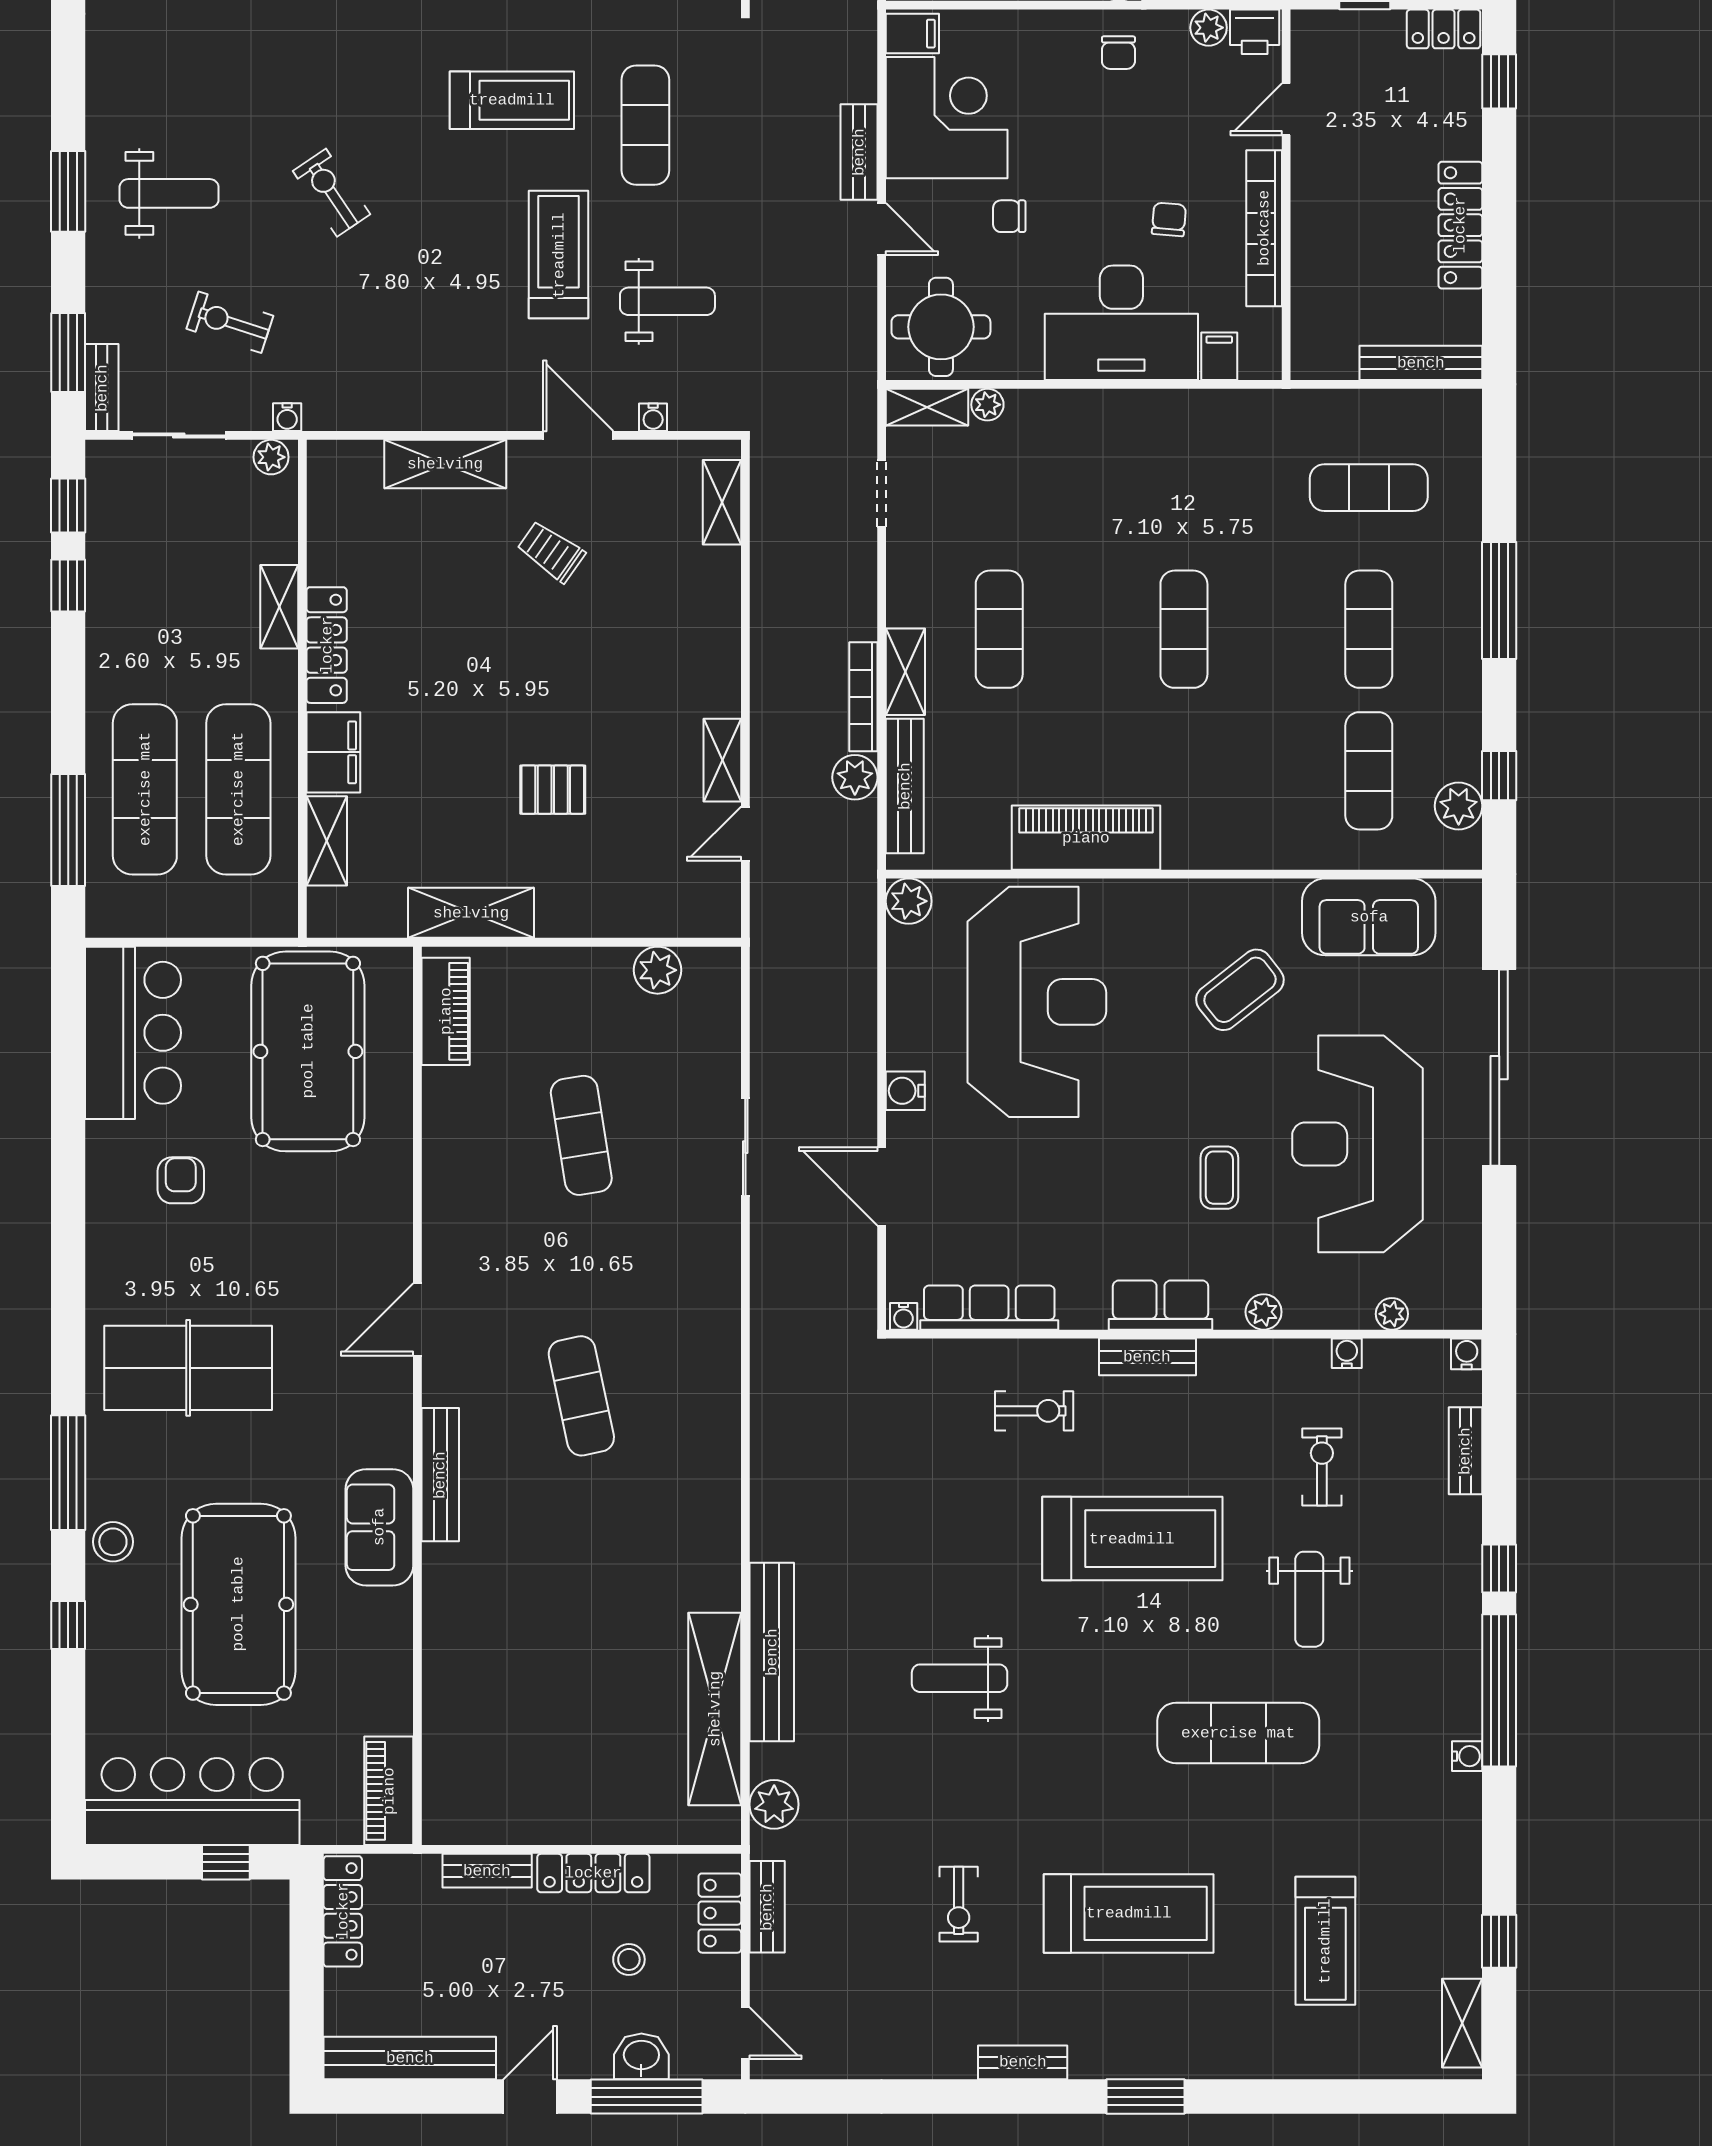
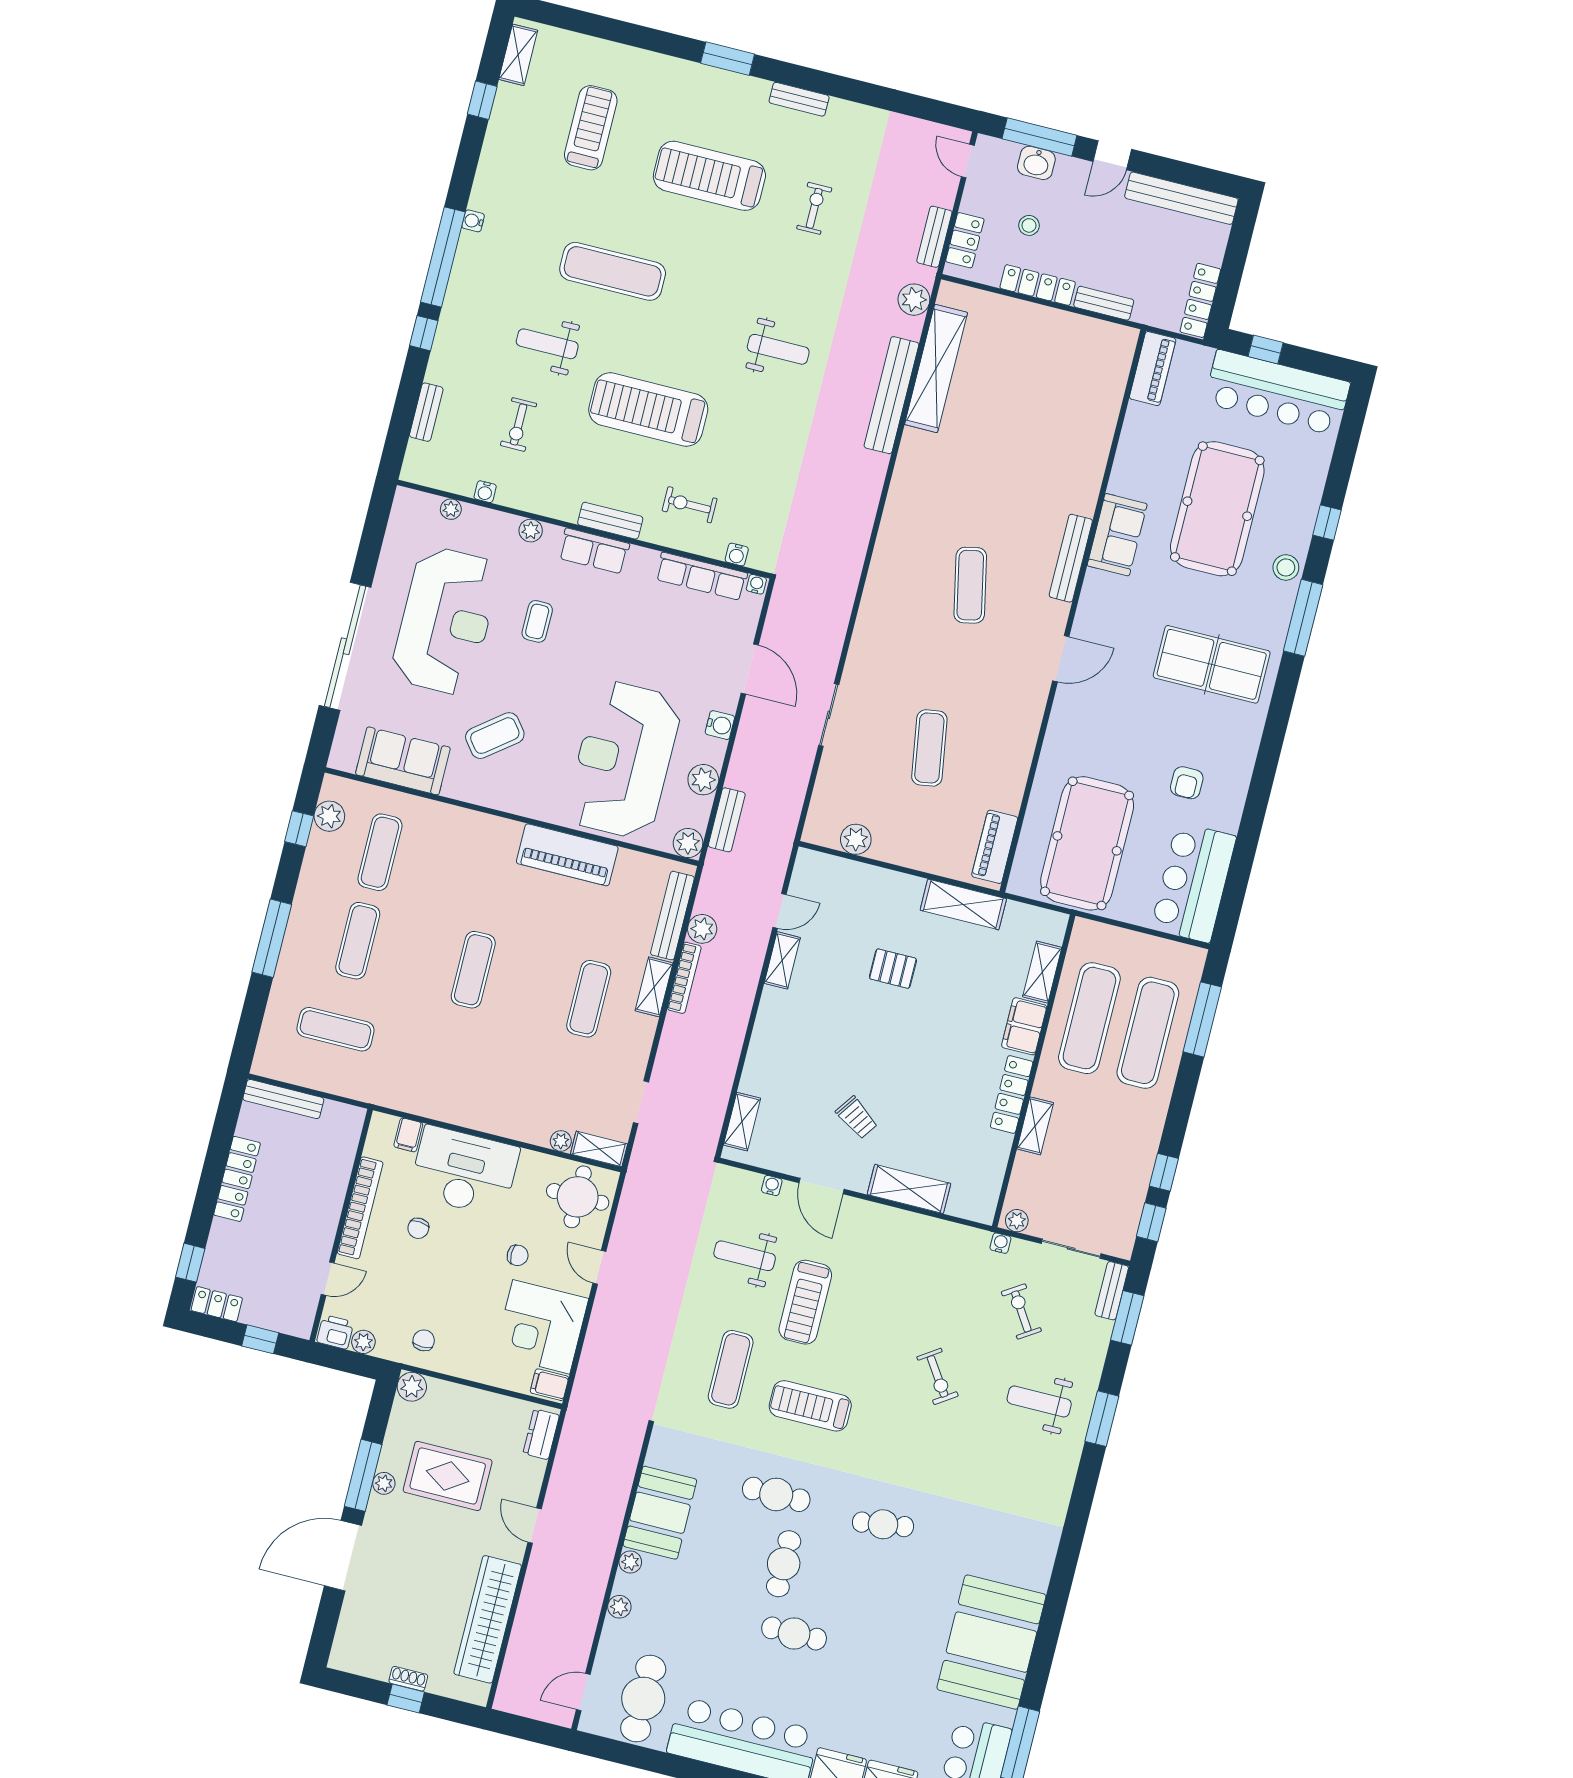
bench: (859, 152) -> (727, 820), moved
exercise bike: (230, 322) -> (1021, 1311), turned -141
plant: (910, 1002) -> (703, 780), added
water cooler: (1467, 1354) -> (737, 554), moved
weight bench: (1309, 1599) -> (547, 344), turned -90

